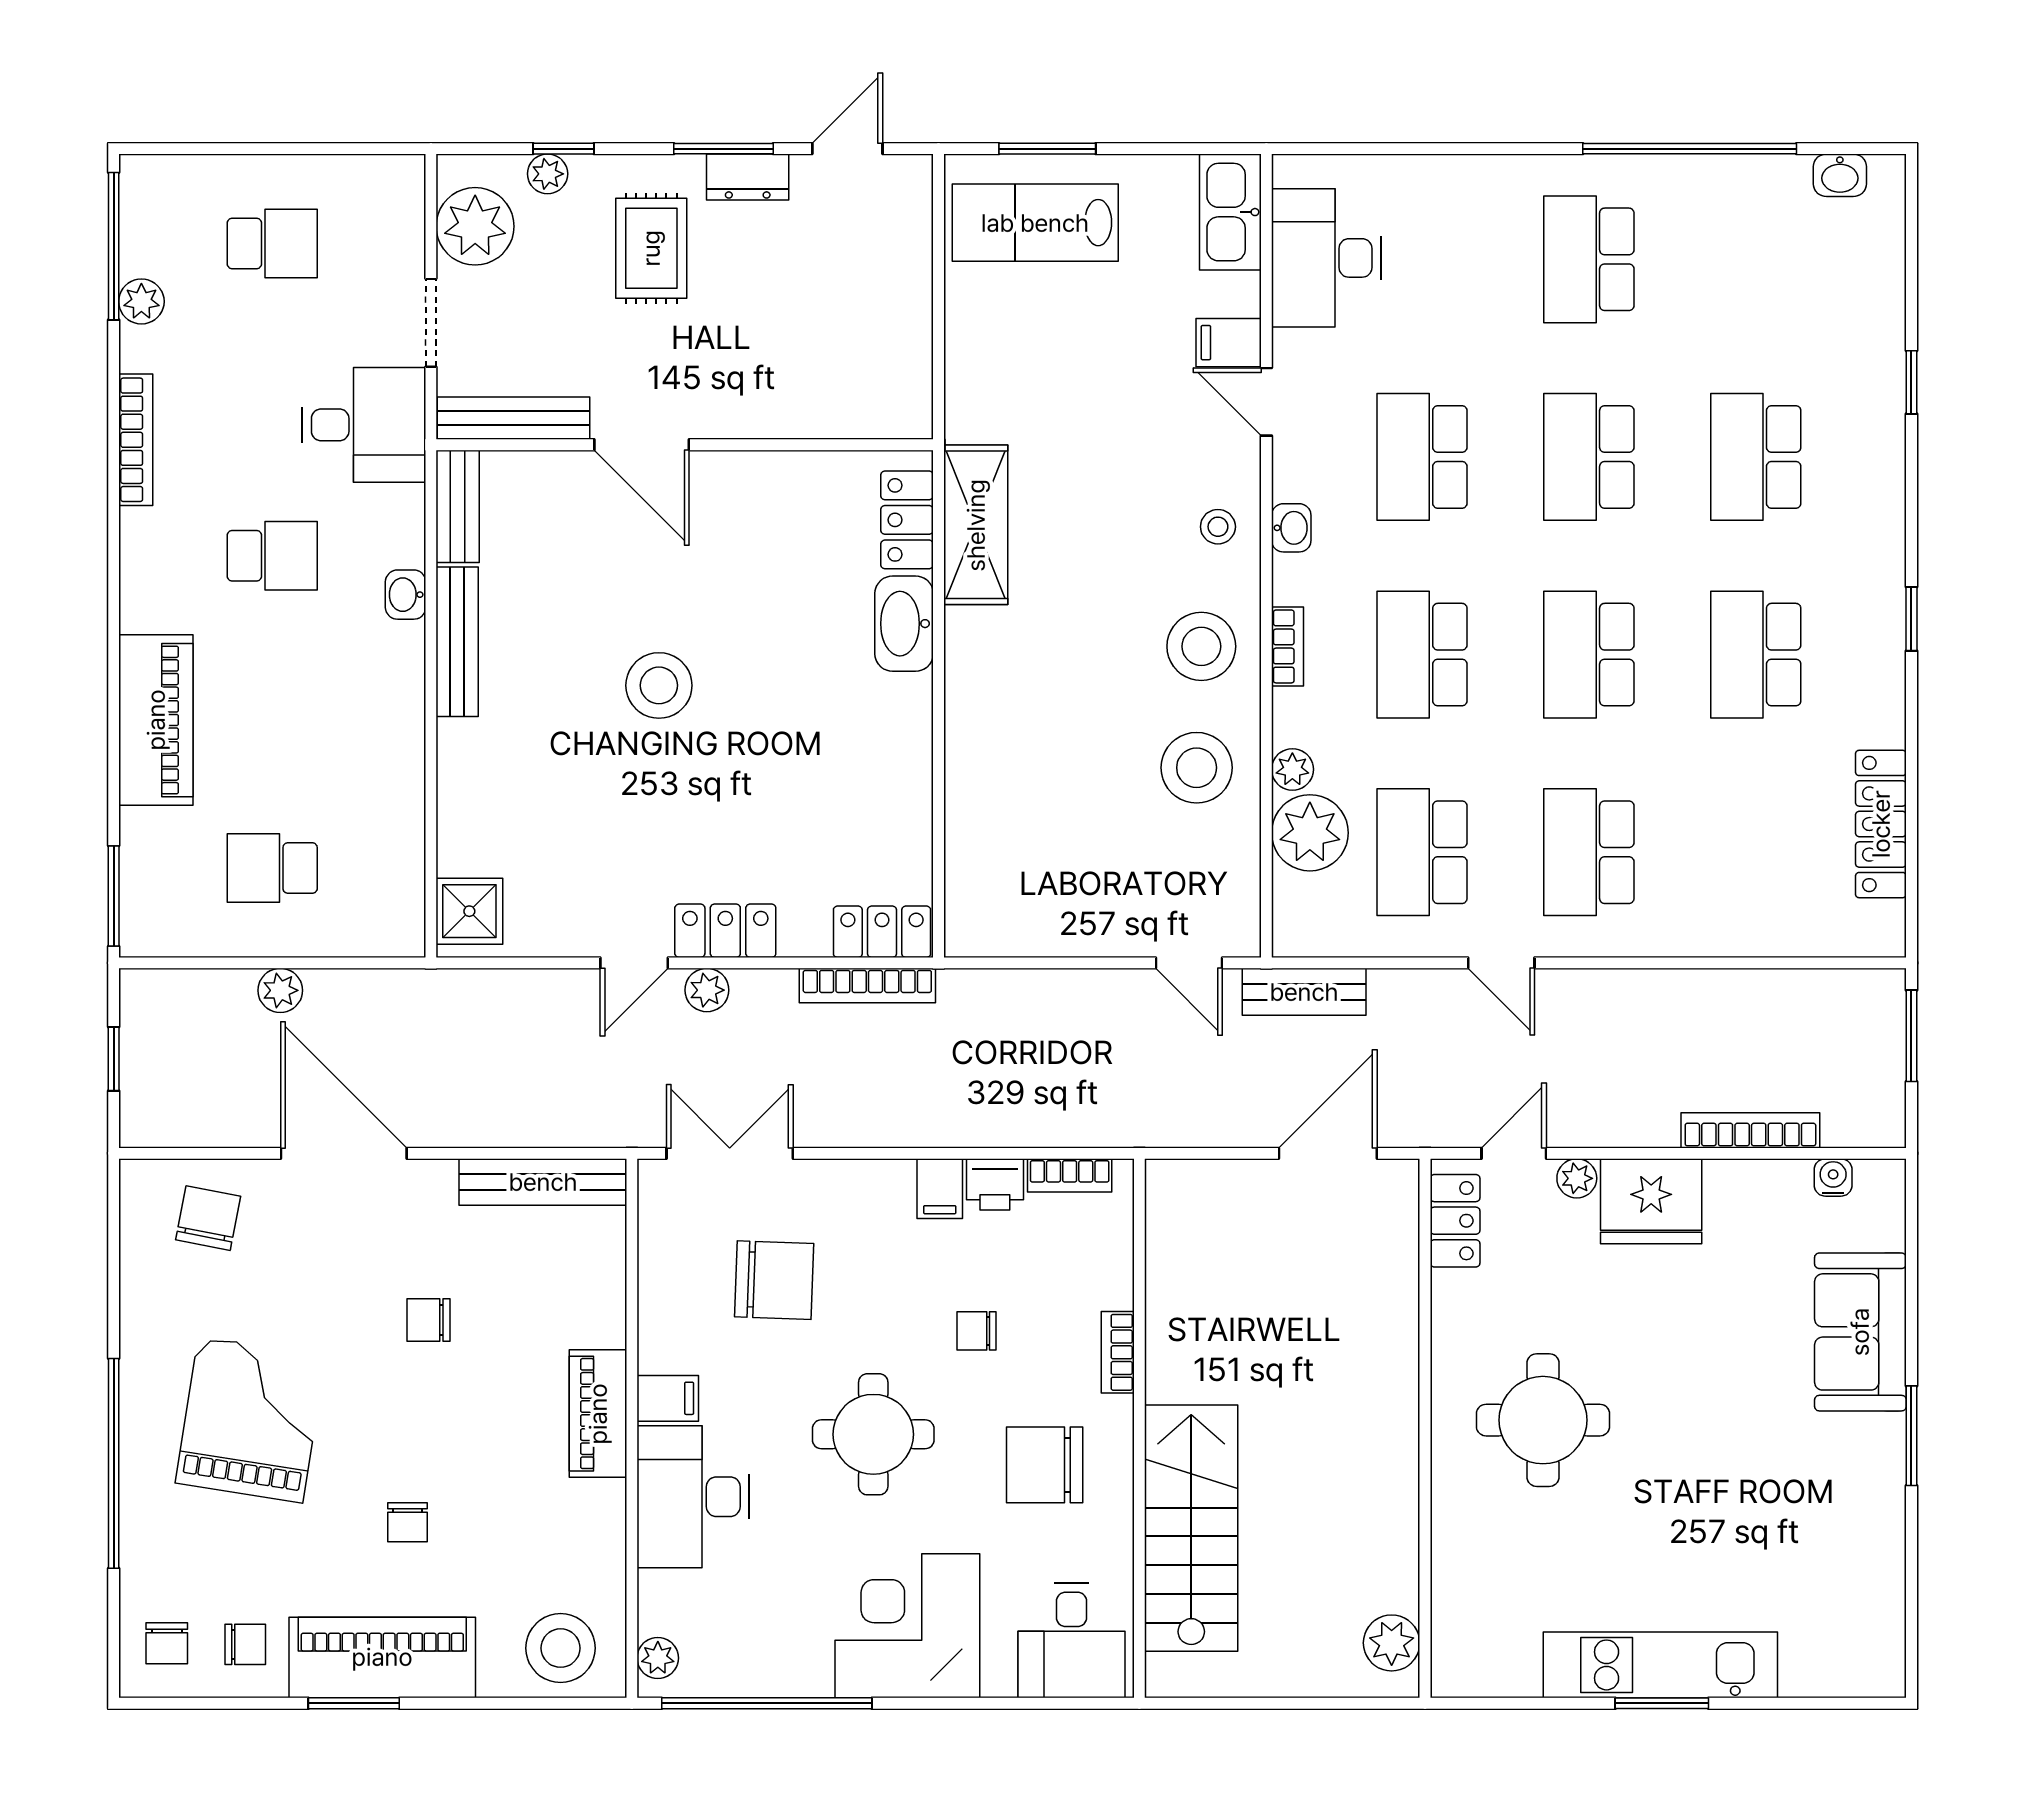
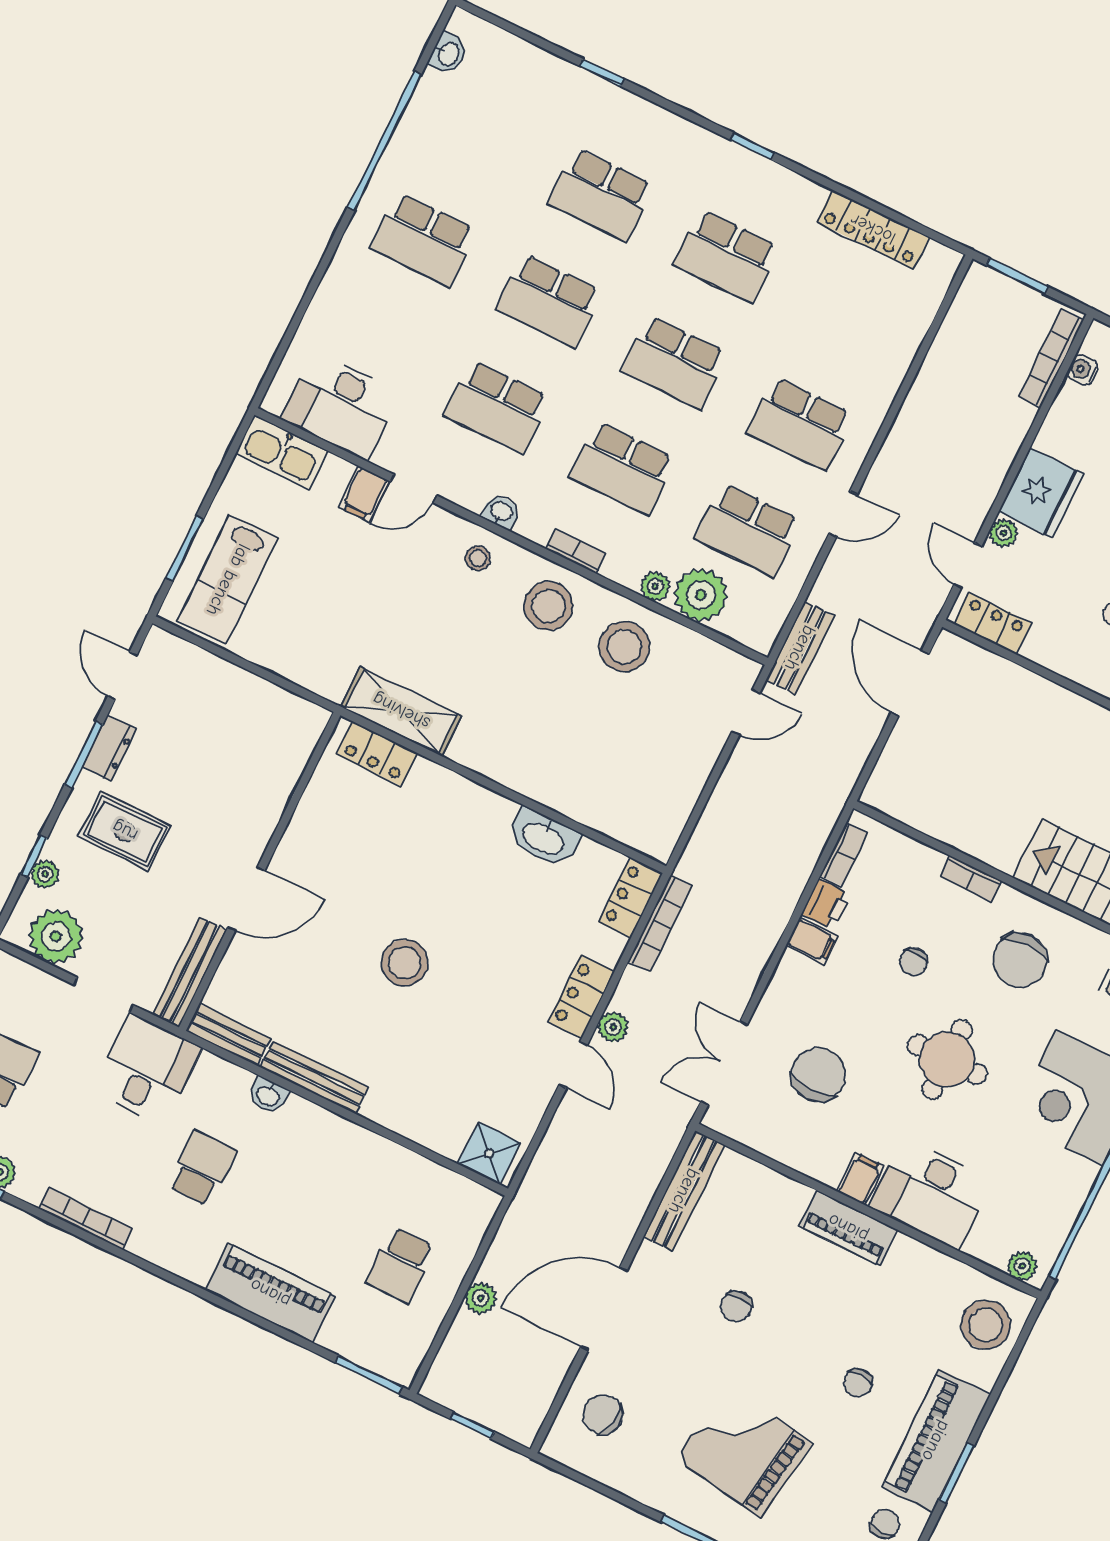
washbasin: (904, 624) -> (544, 838), moved
bookcase: (1750, 1130) -> (1051, 359), moved
chair: (407, 1522) -> (858, 1383), turned 90

